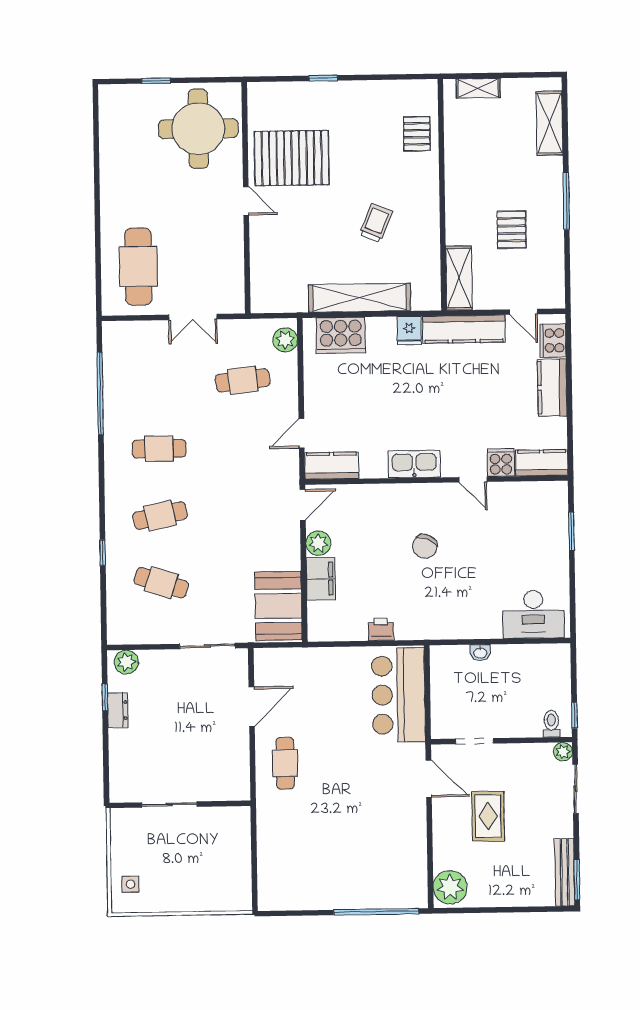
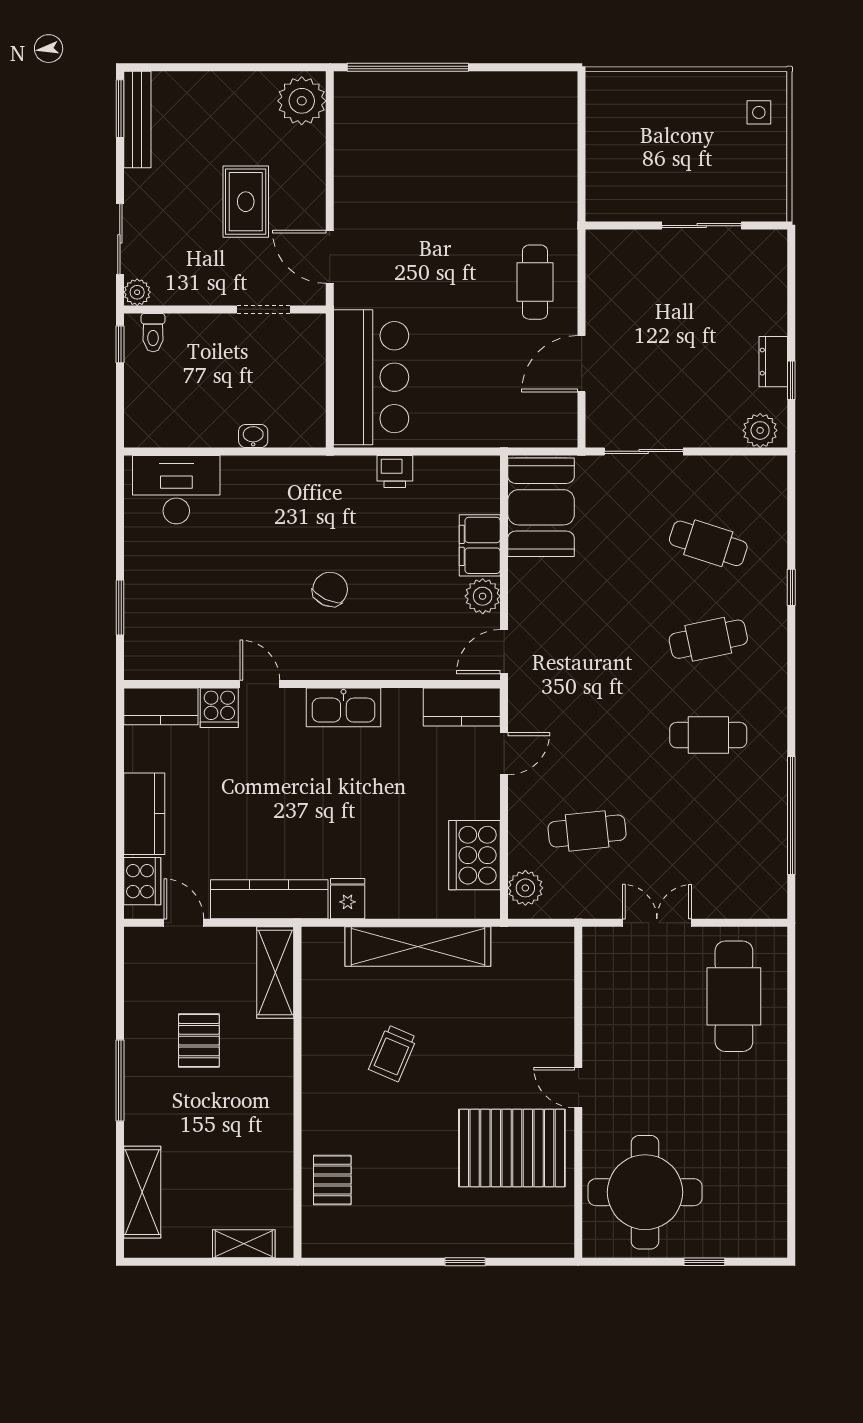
cooker: (341, 335) -> (475, 855), moved, turned -90

